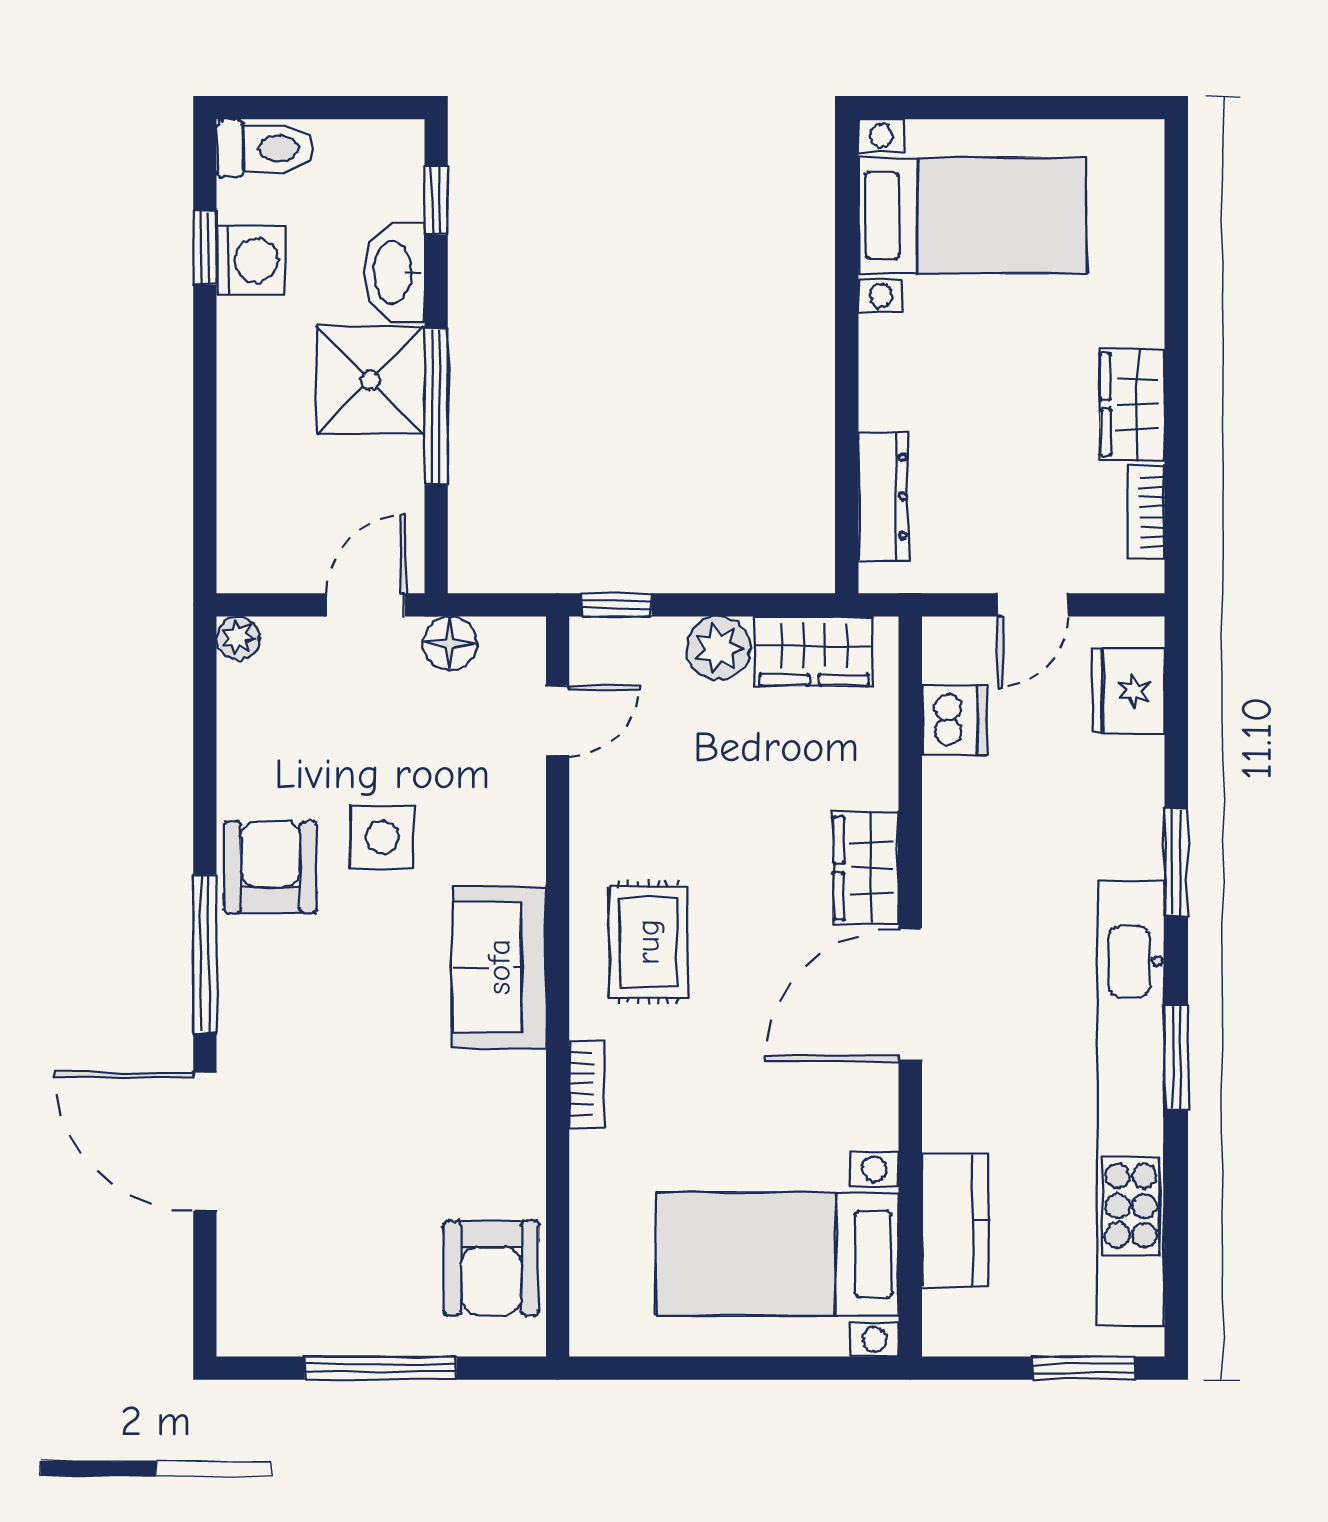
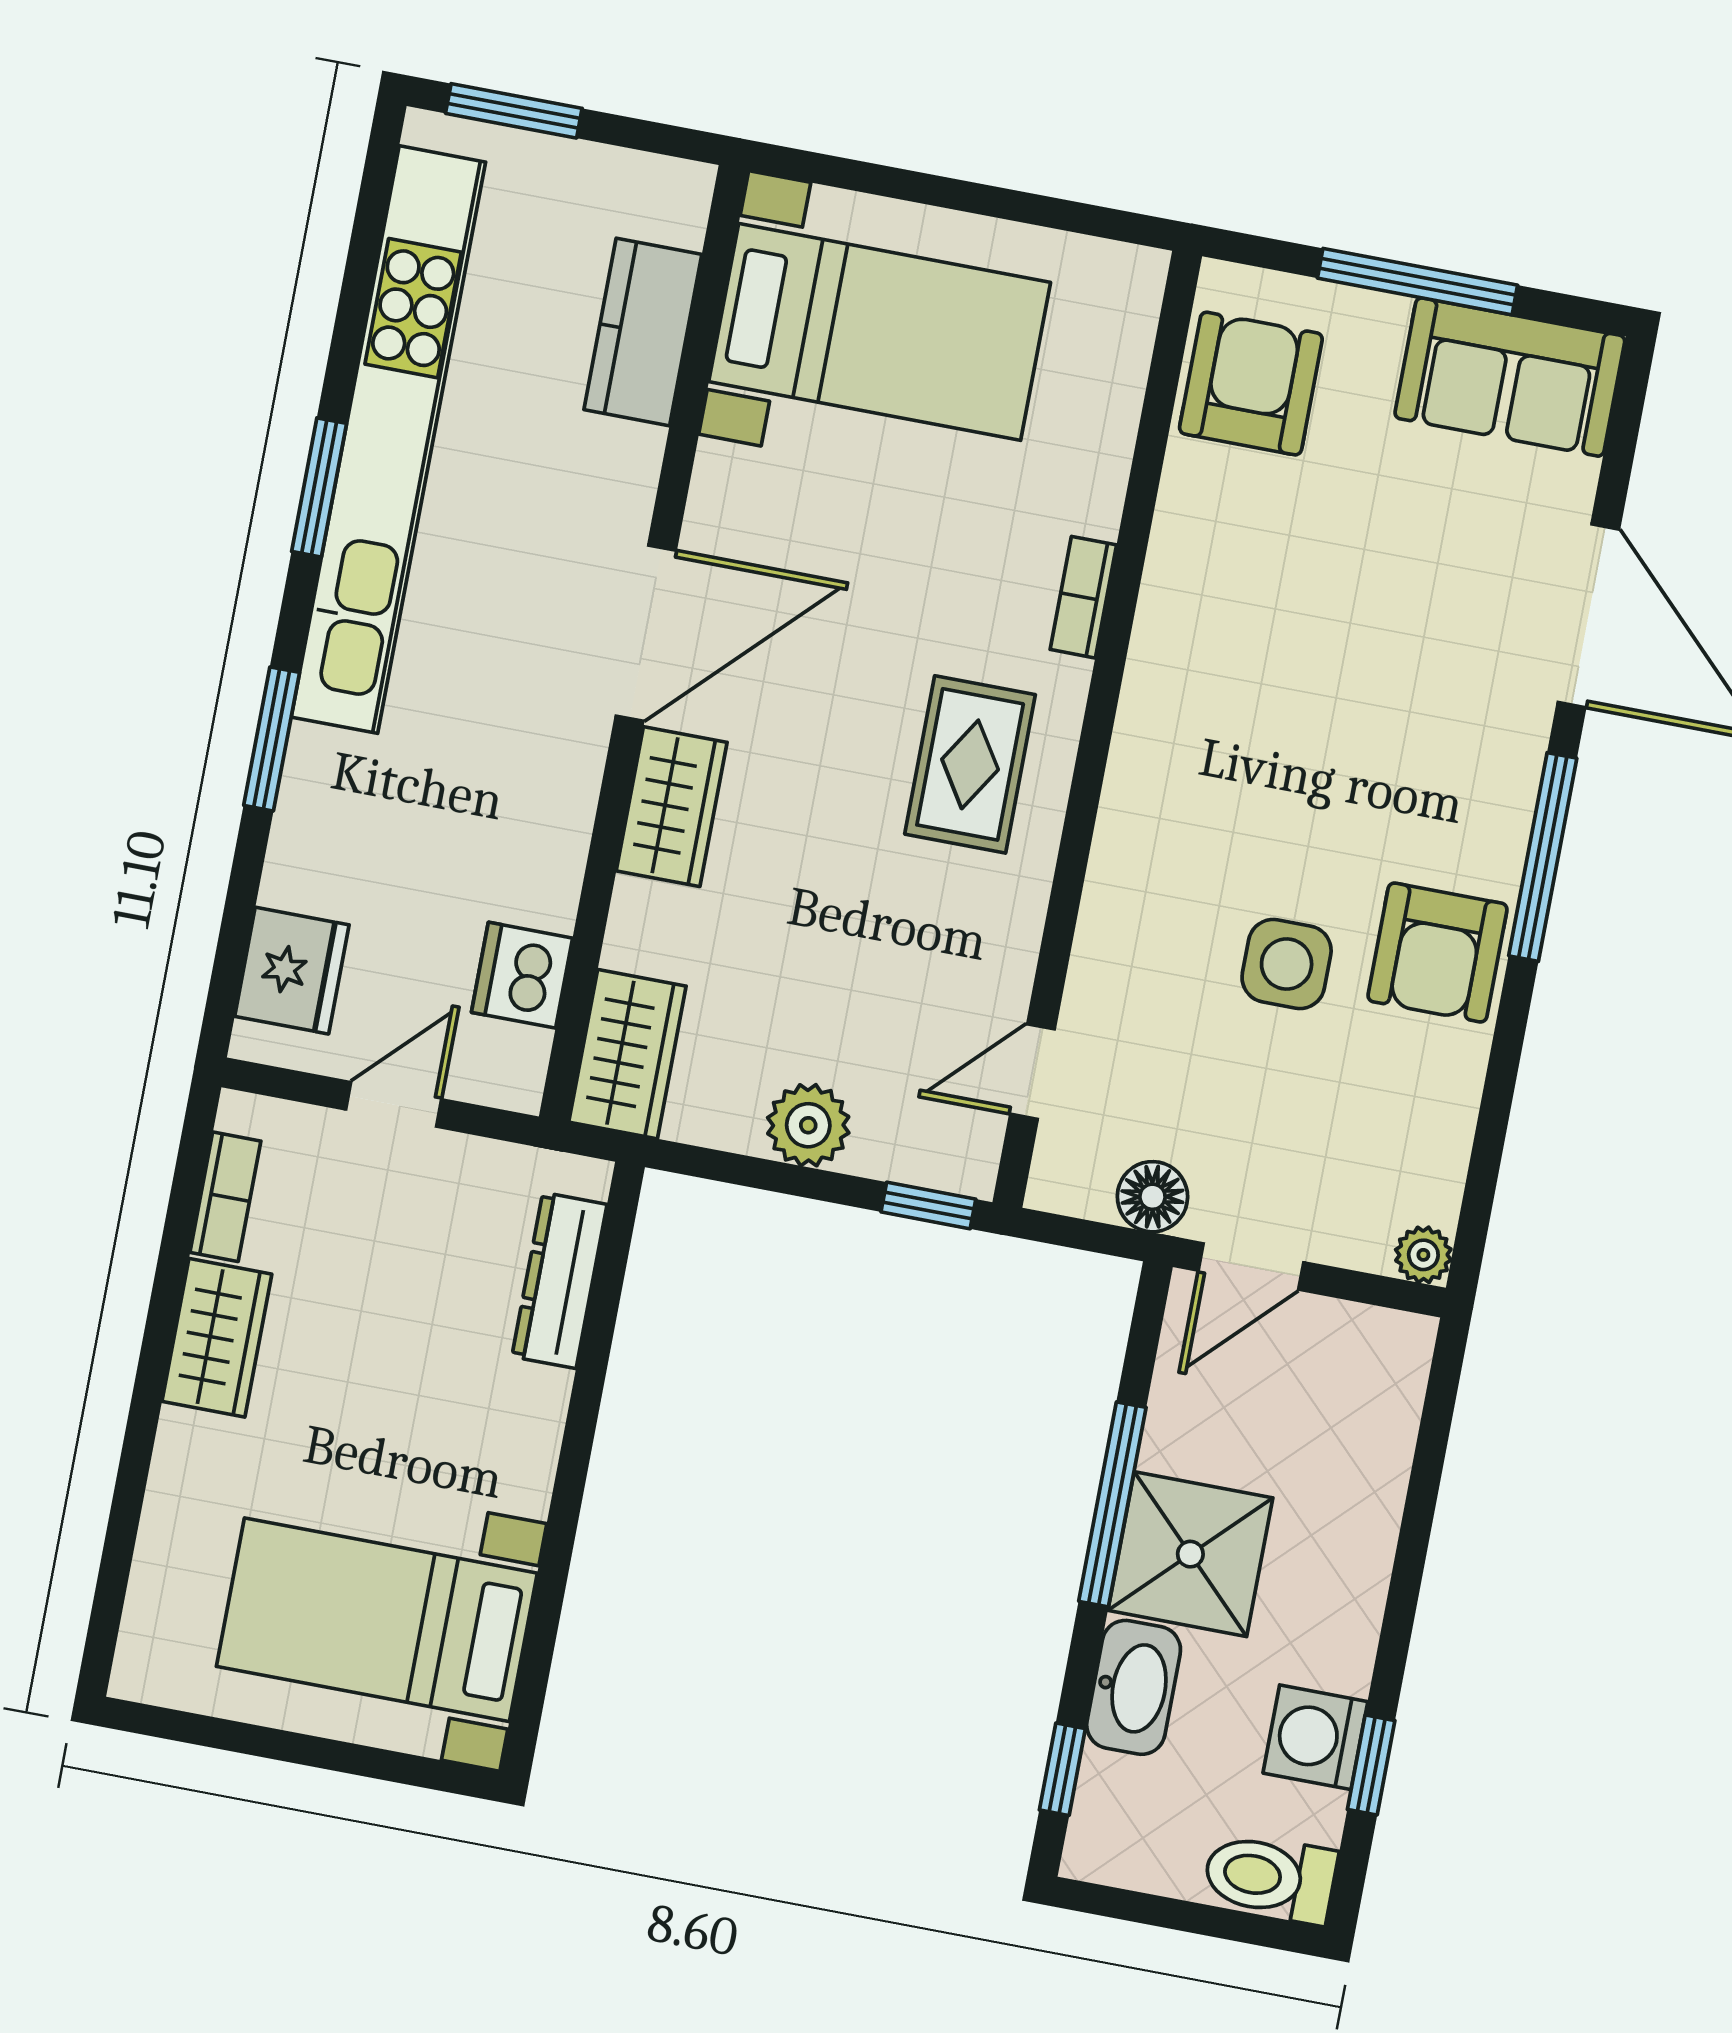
wardrobe: (814, 651) -> (627, 1054), moved, turned 90
sofa: (499, 967) -> (1510, 377), moved, turned 90

